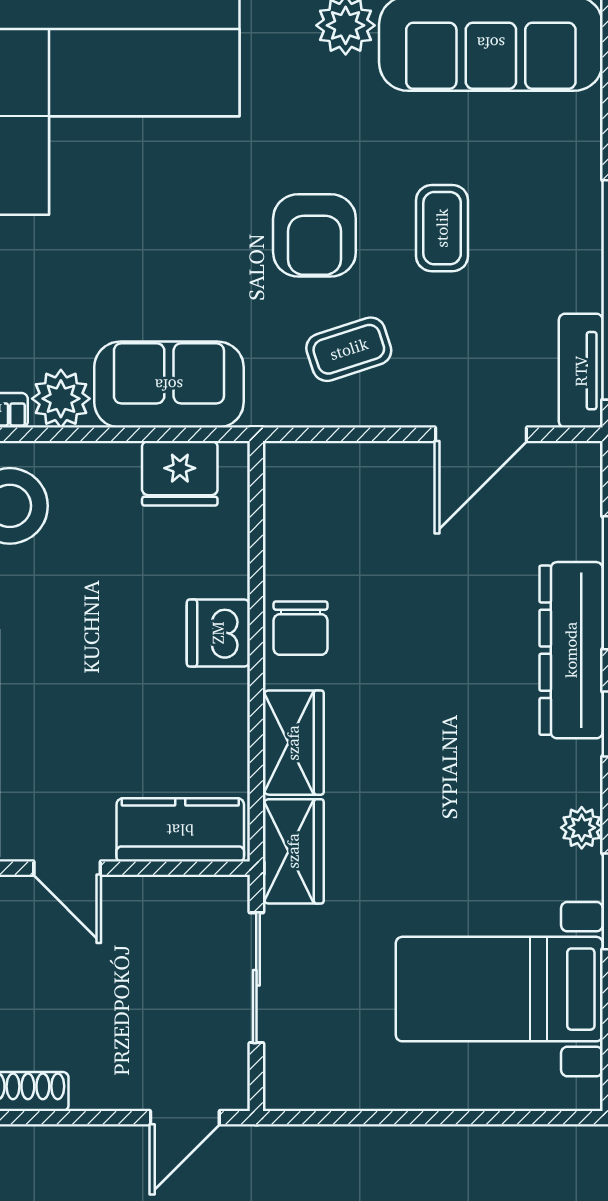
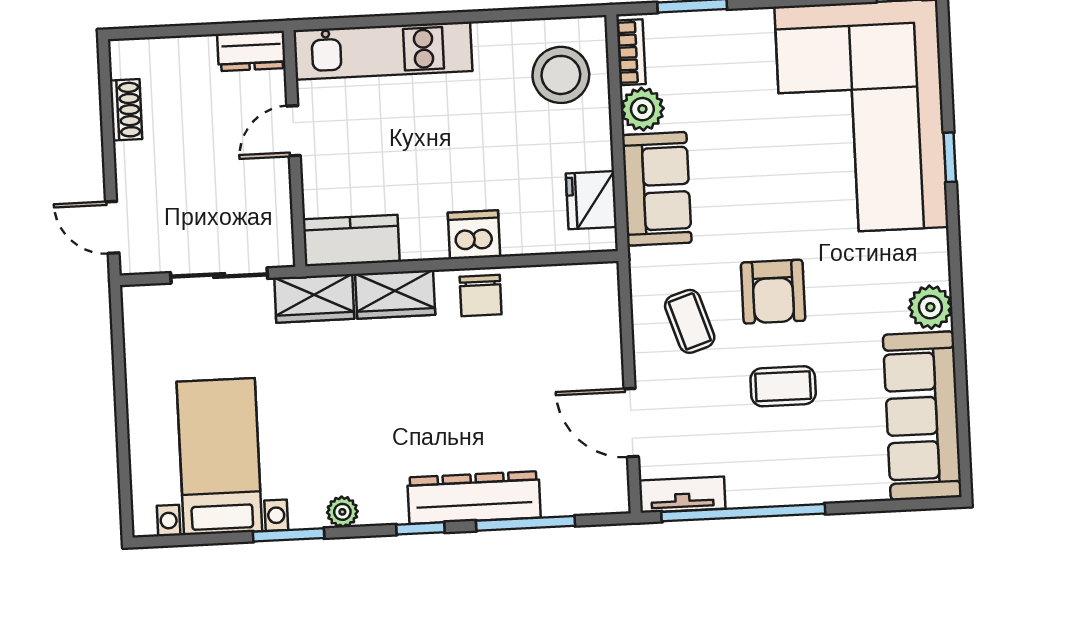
armchair: (314, 235) -> (773, 292), turned -90
chair: (300, 628) -> (481, 296), turned -90
kitchen counter: (180, 830) -> (351, 241), moved, turned -90

